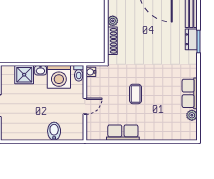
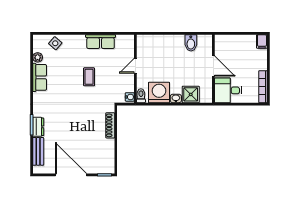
plant: (113, 21) -> (110, 144), removed
bidet: (54, 131) -> (191, 43), moved
side table: (172, 131) -> (55, 43), added

